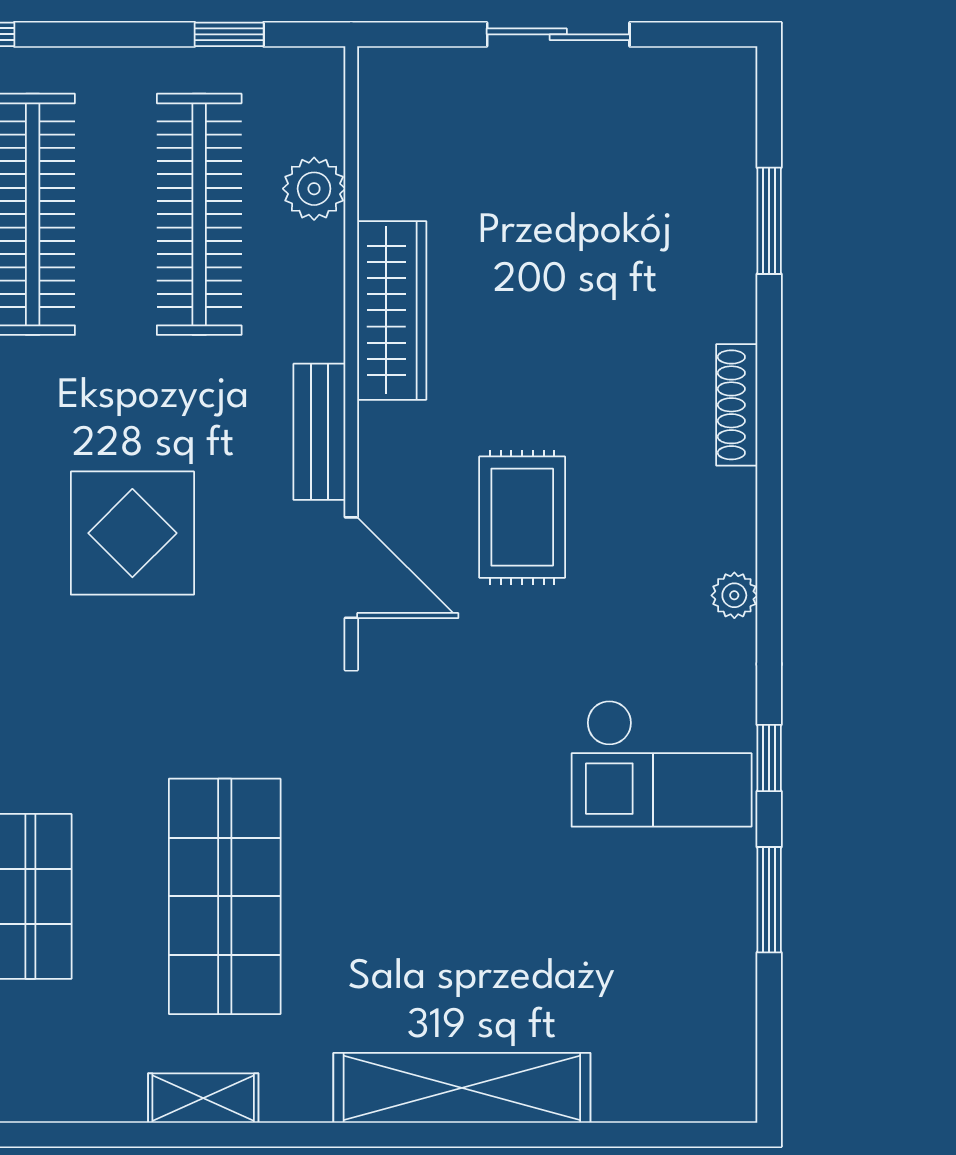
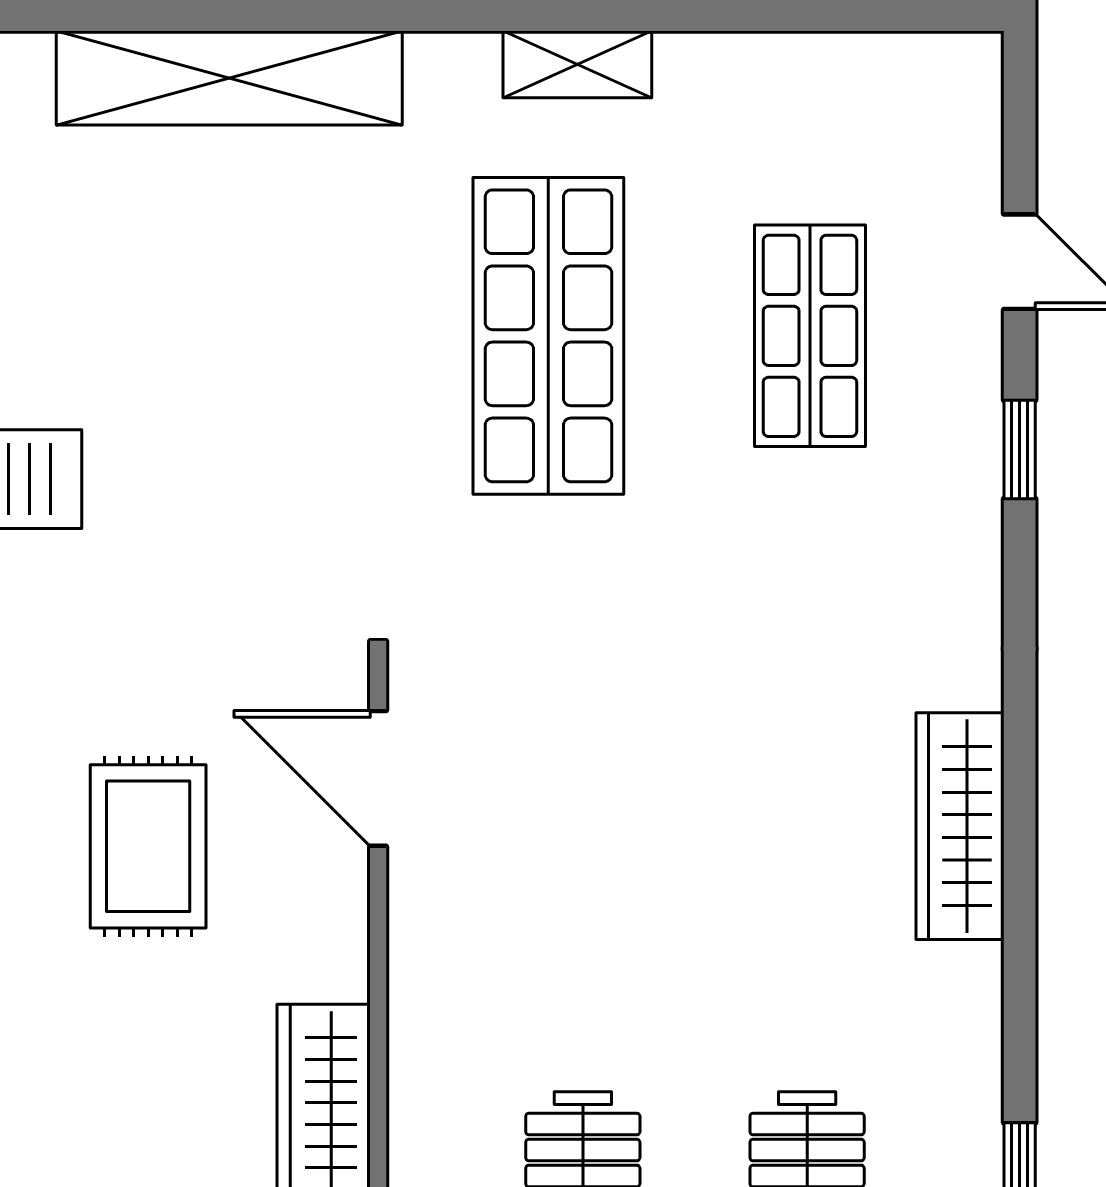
bench: (319, 432) -> (421, 961), removed
display table: (132, 533) -> (673, 825), removed

